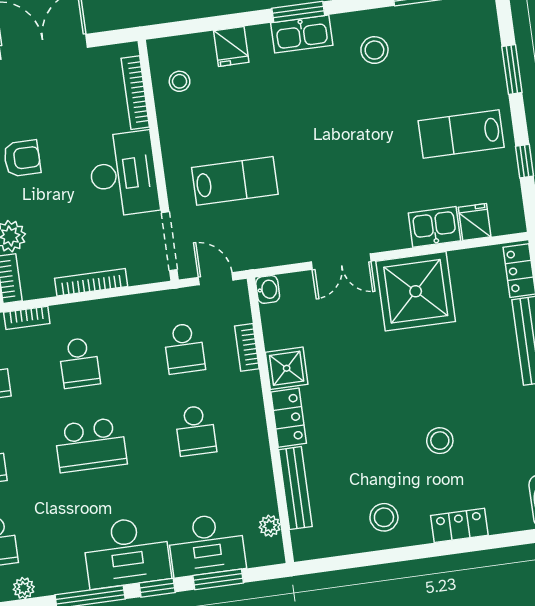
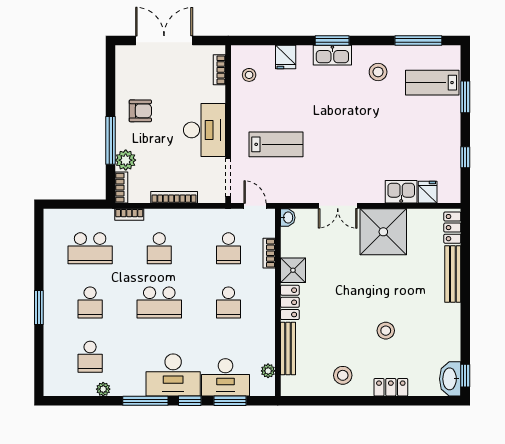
bookcase: (135, 93) -> (219, 70), width x0.64
lab bench: (461, 134) -> (432, 83), moved

